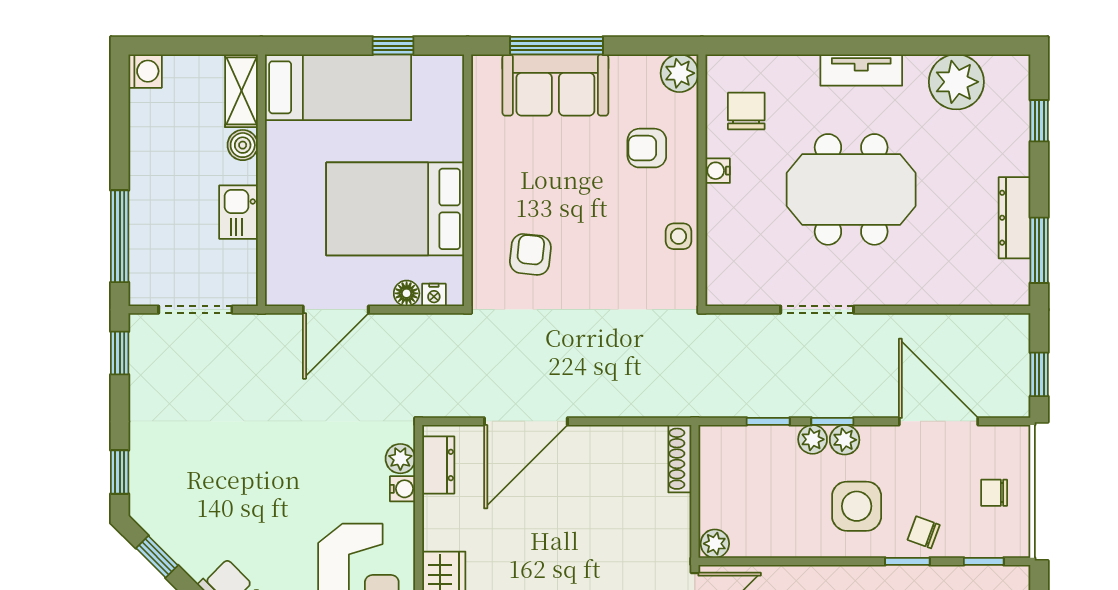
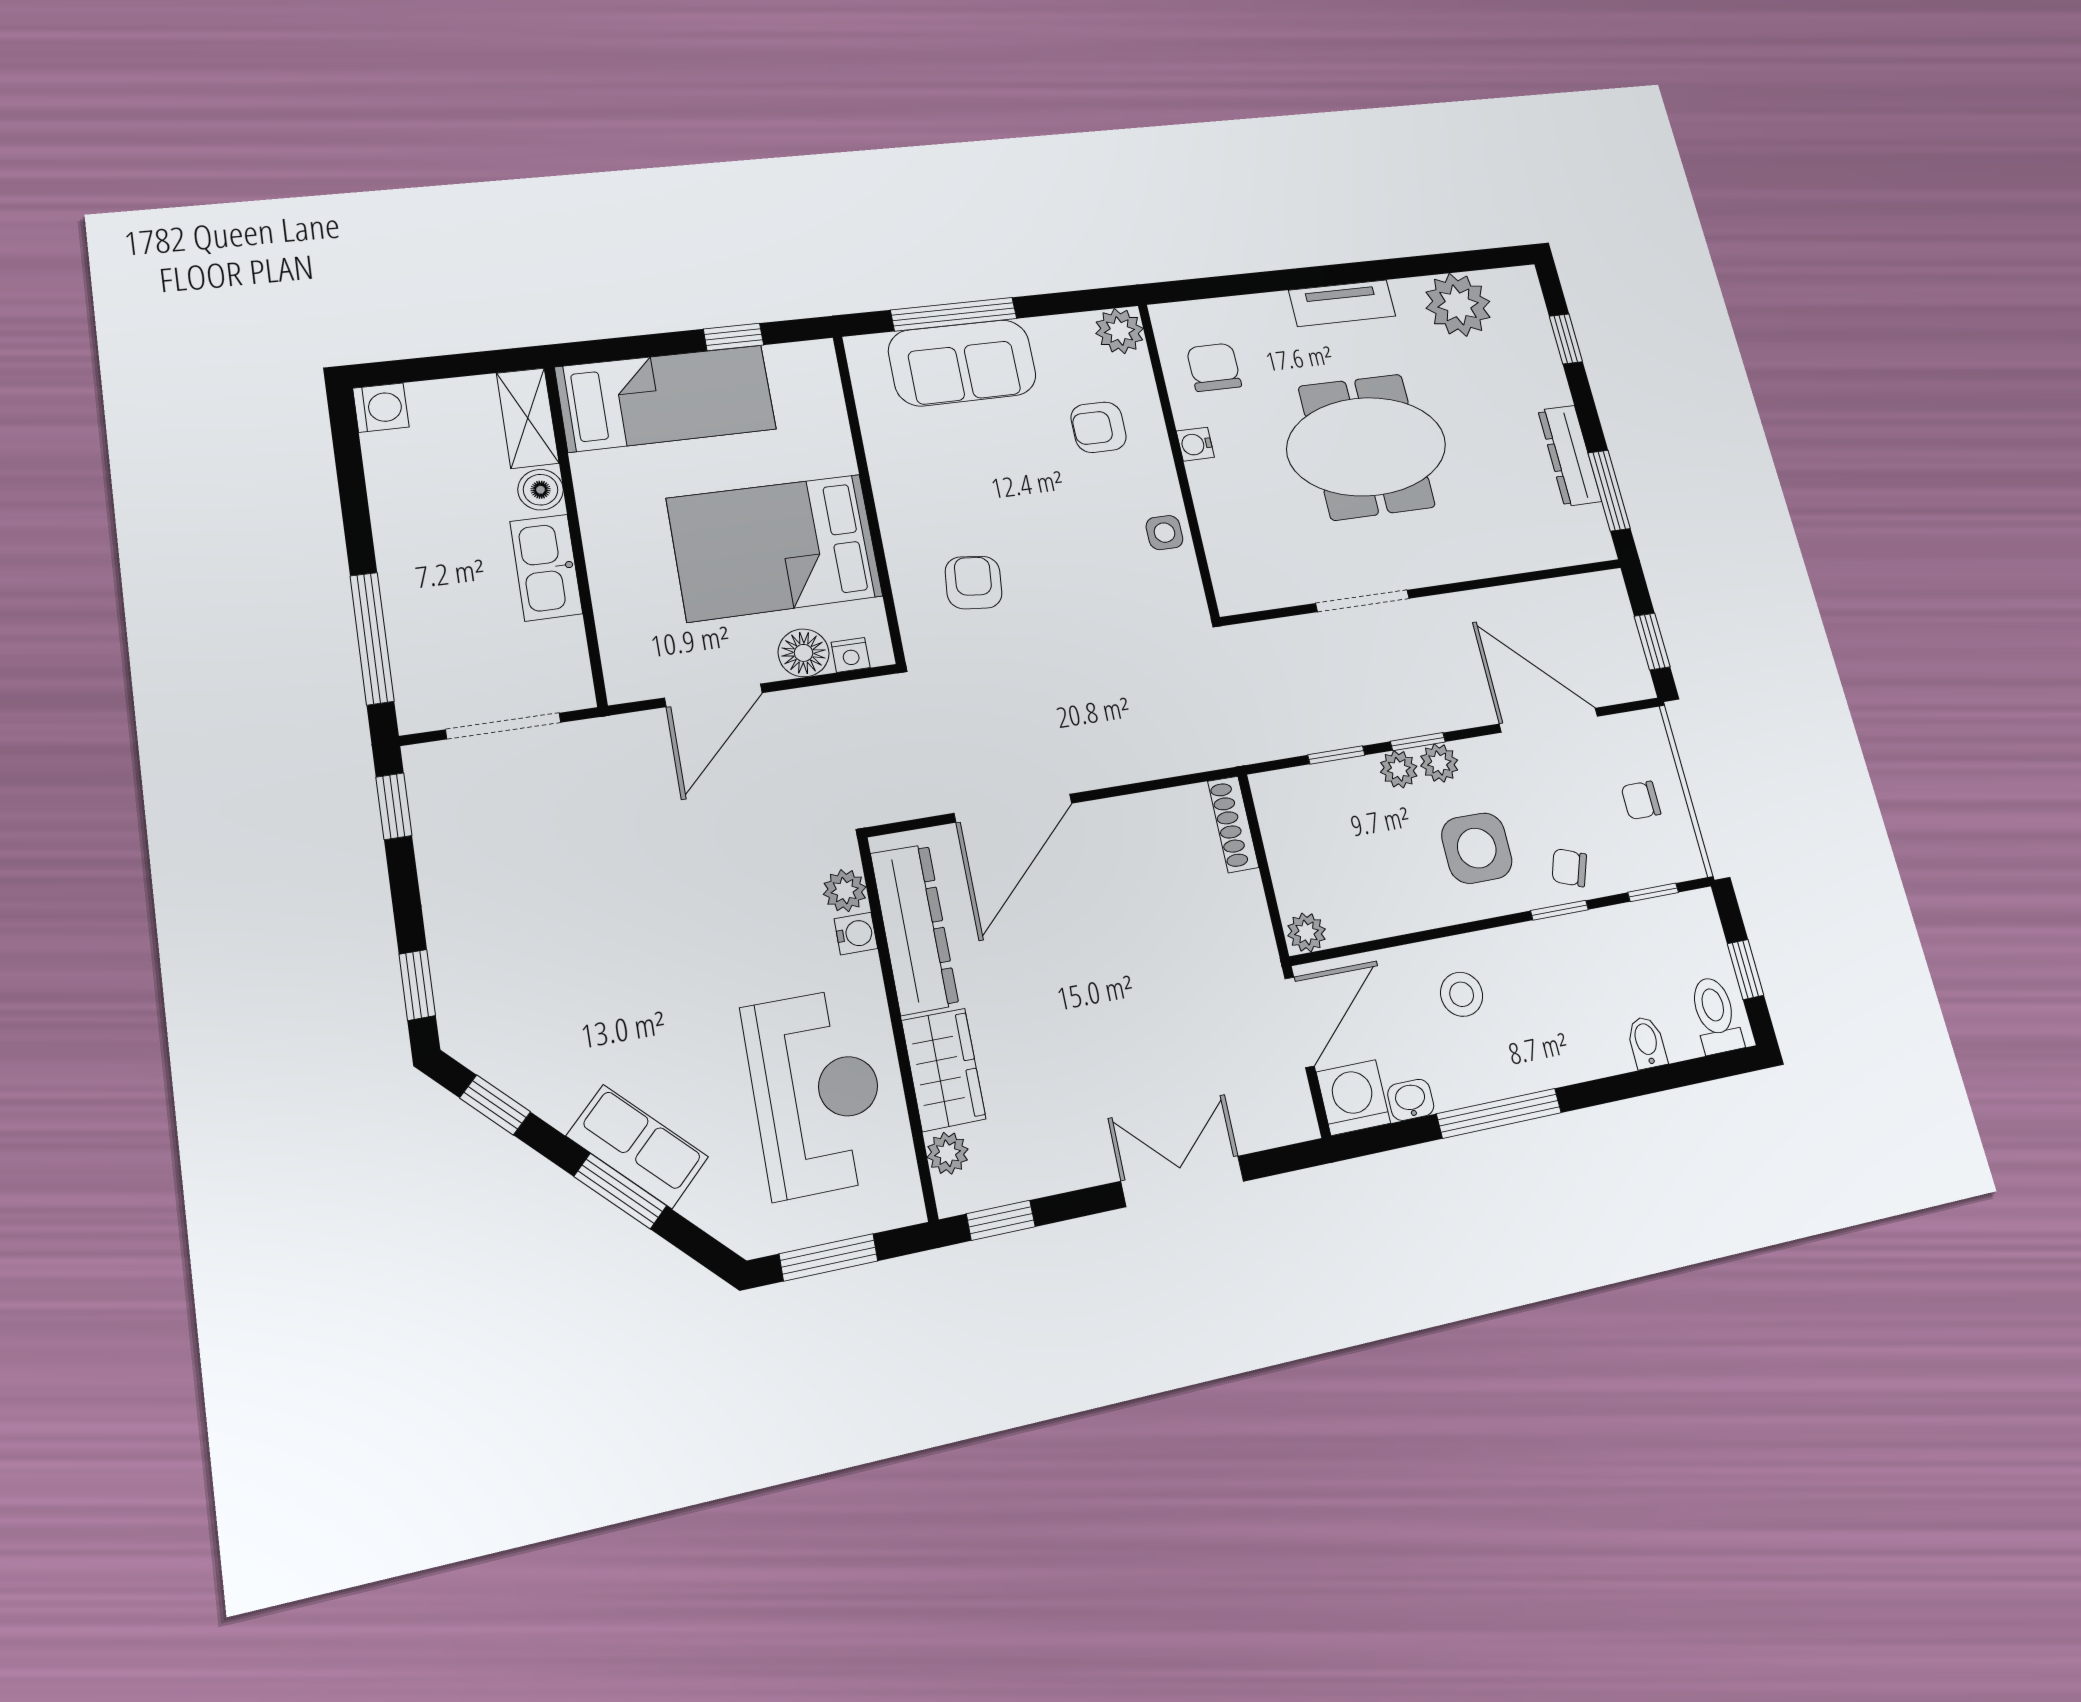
kitchen sink: (238, 212) -> (546, 567), width x1.38
floor lamp: (407, 293) -> (804, 653), width x1.37, depth x1.37
dresser: (438, 465) -> (914, 929), width x1.96, depth x1.24

